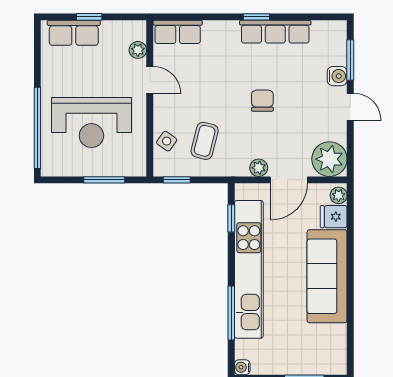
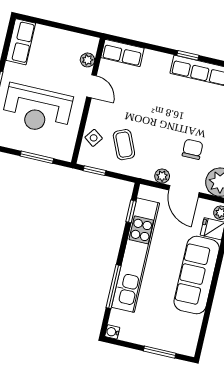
window: (89, 17) -> (55, 25), removed
row of seats: (74, 33) -> (21, 42), moved, turned -90
chair: (262, 101) -> (193, 149), moved
coffee table: (205, 141) -> (124, 145), turned -38
door: (289, 180) -> (184, 191), hinge flipped

